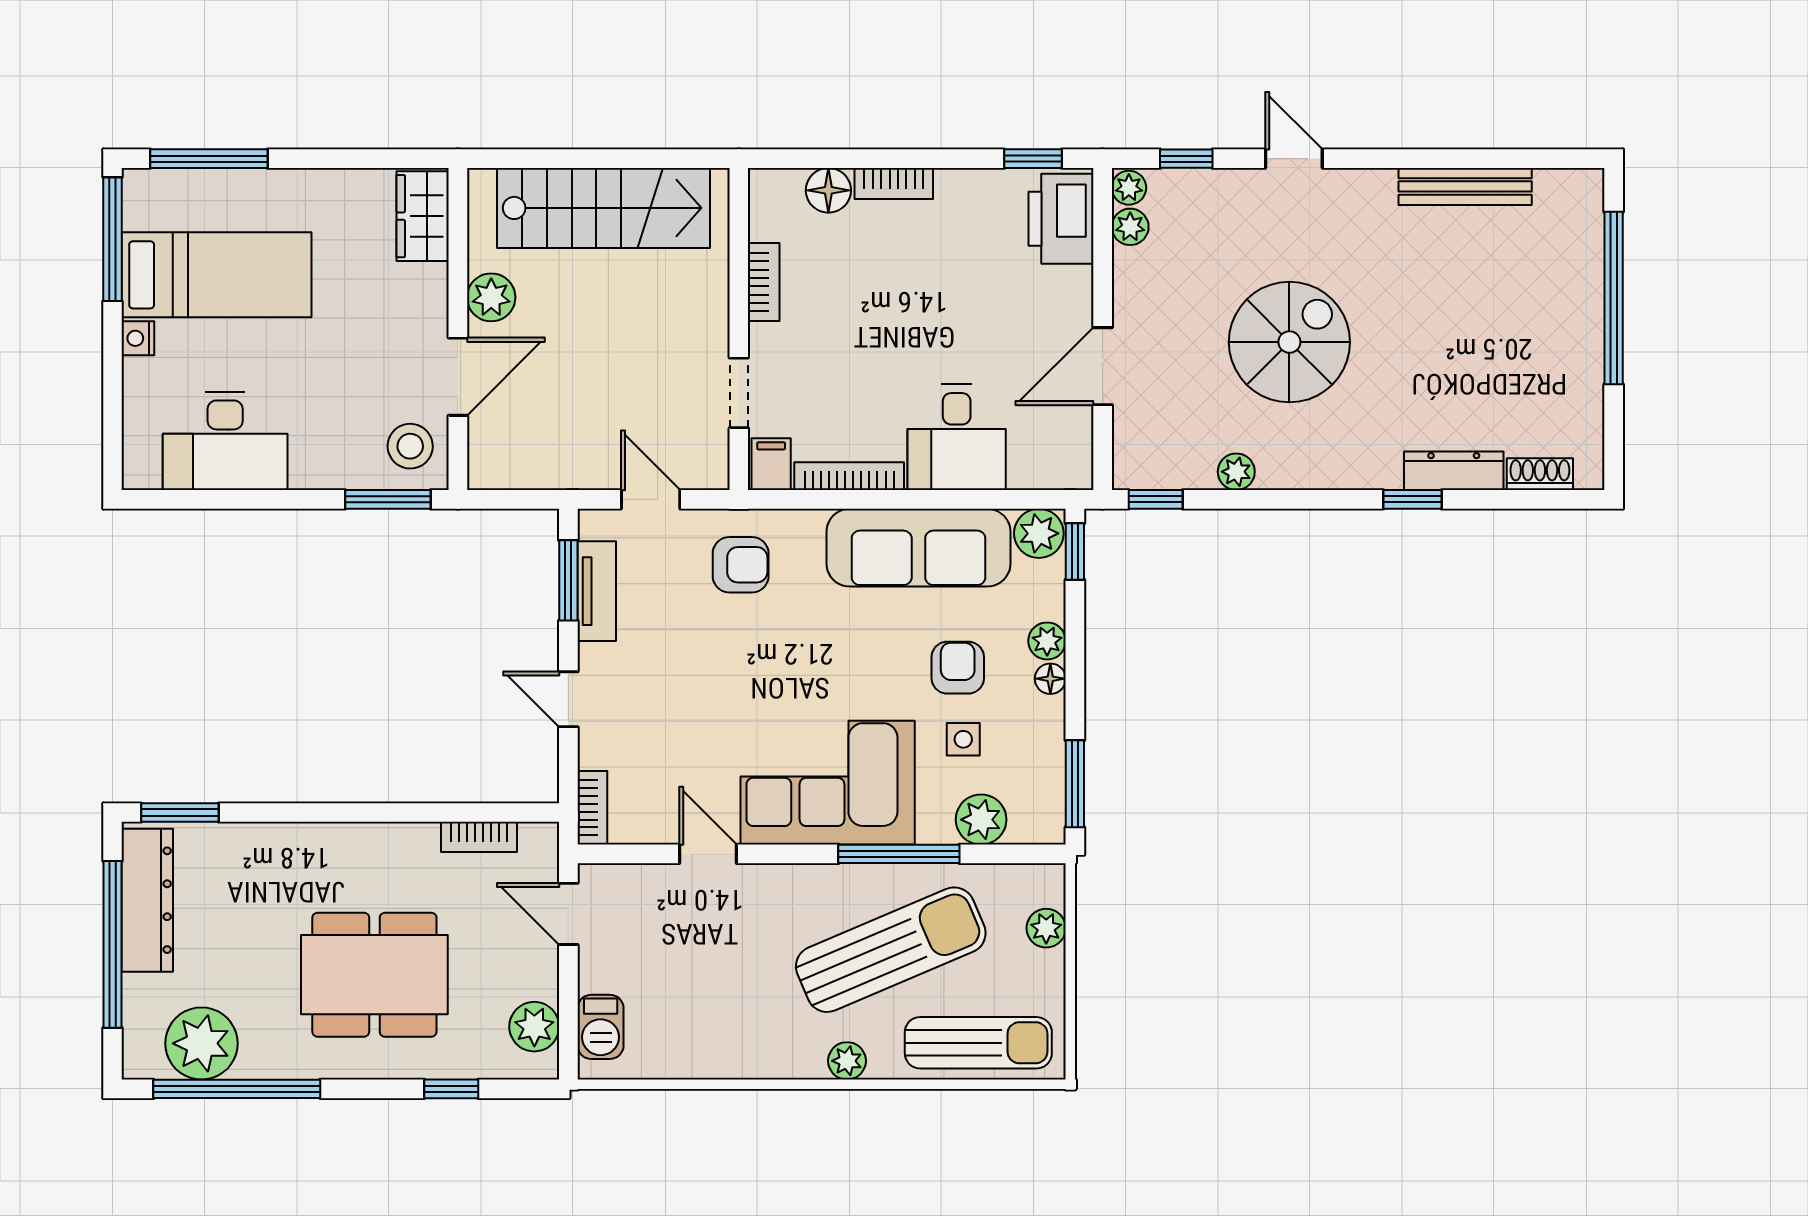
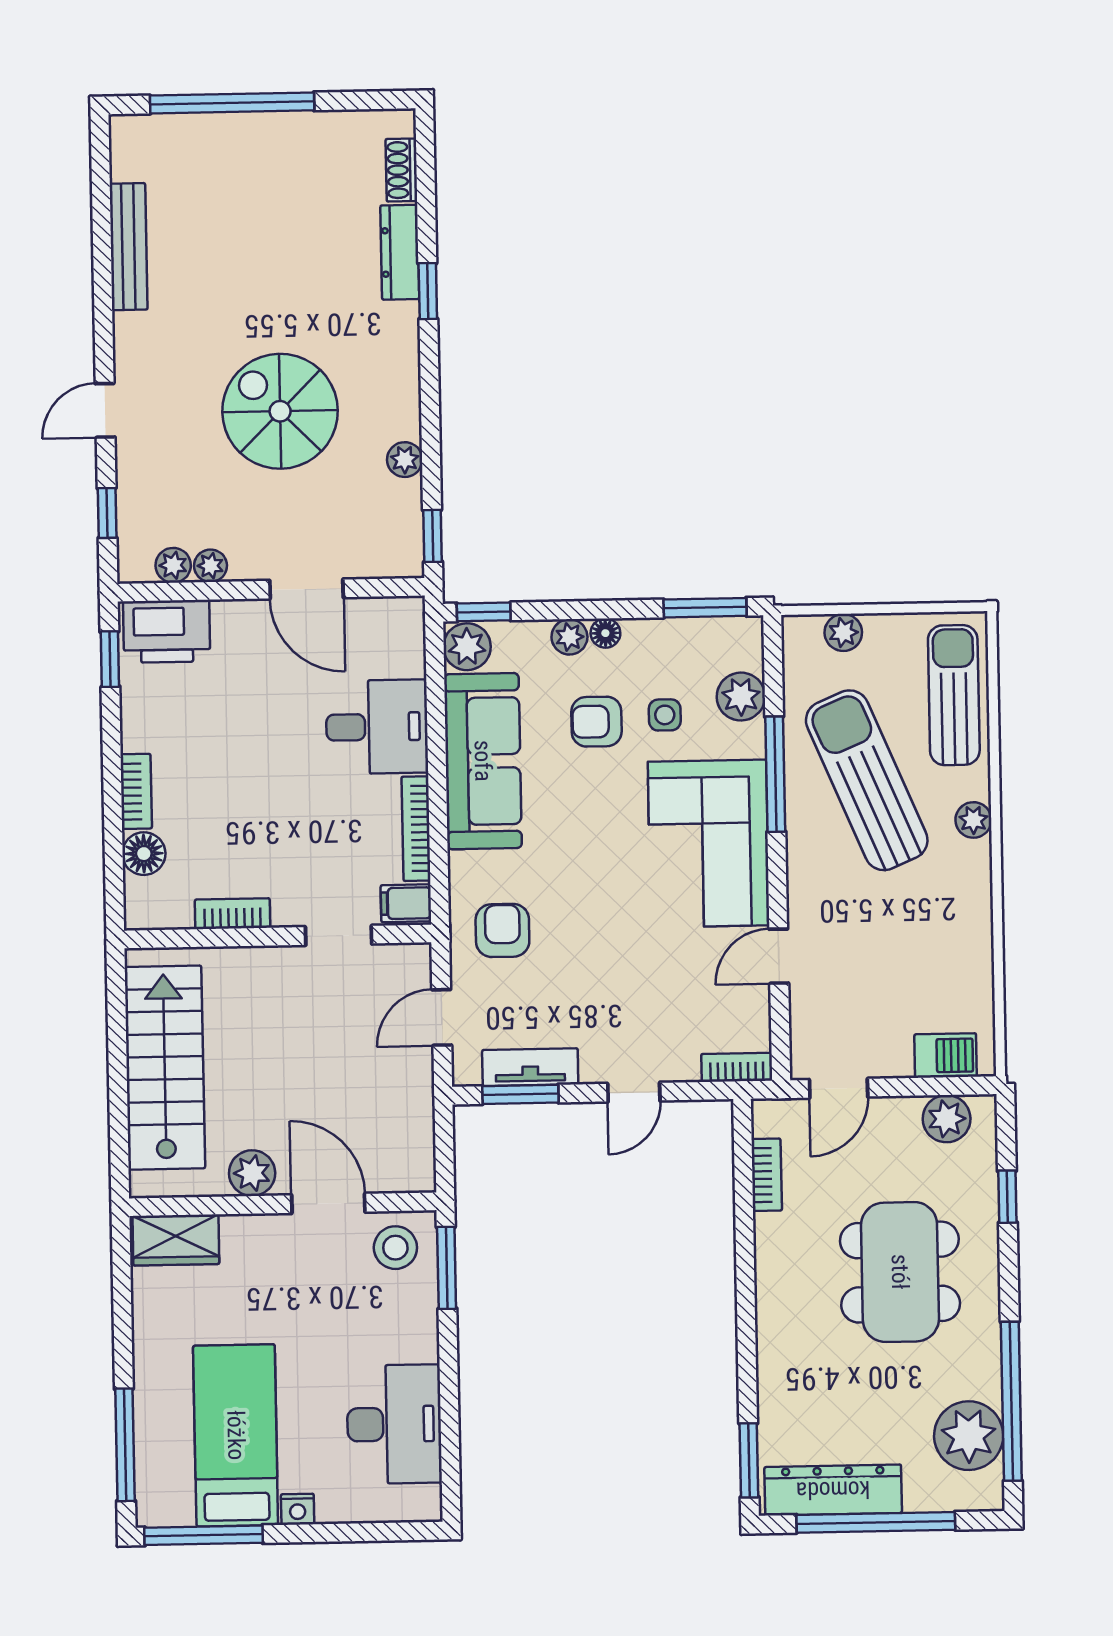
plant: (1129, 188) -> (211, 566), moved

